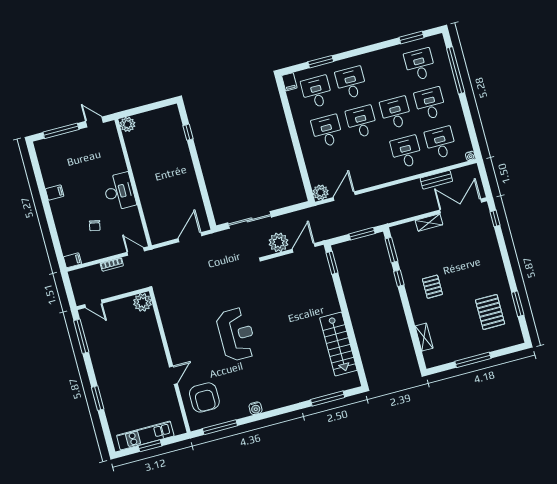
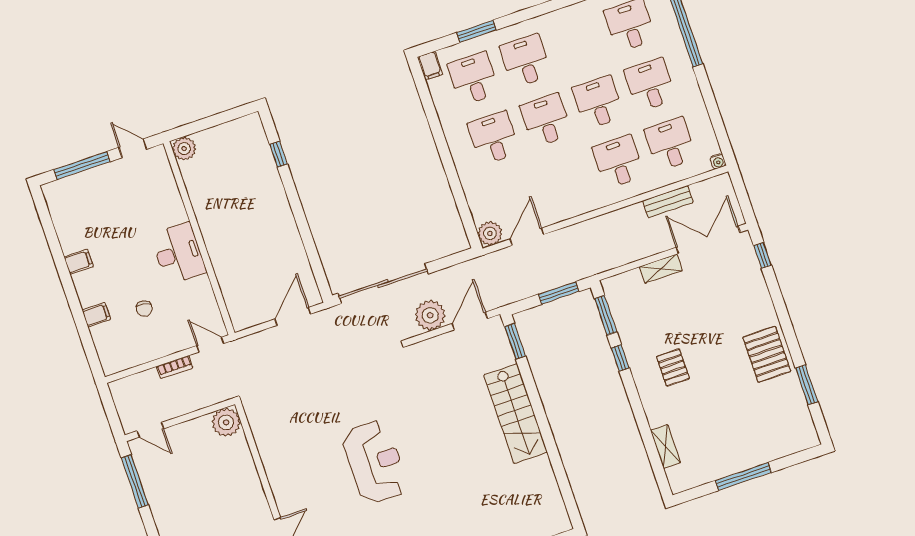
sliding door: (250, 220) -> (383, 284), width x1.36
filing cabinet: (72, 260) -> (96, 315), moved
pallet: (490, 312) -> (767, 354), moved
stairs: (338, 344) -> (516, 414), moved

